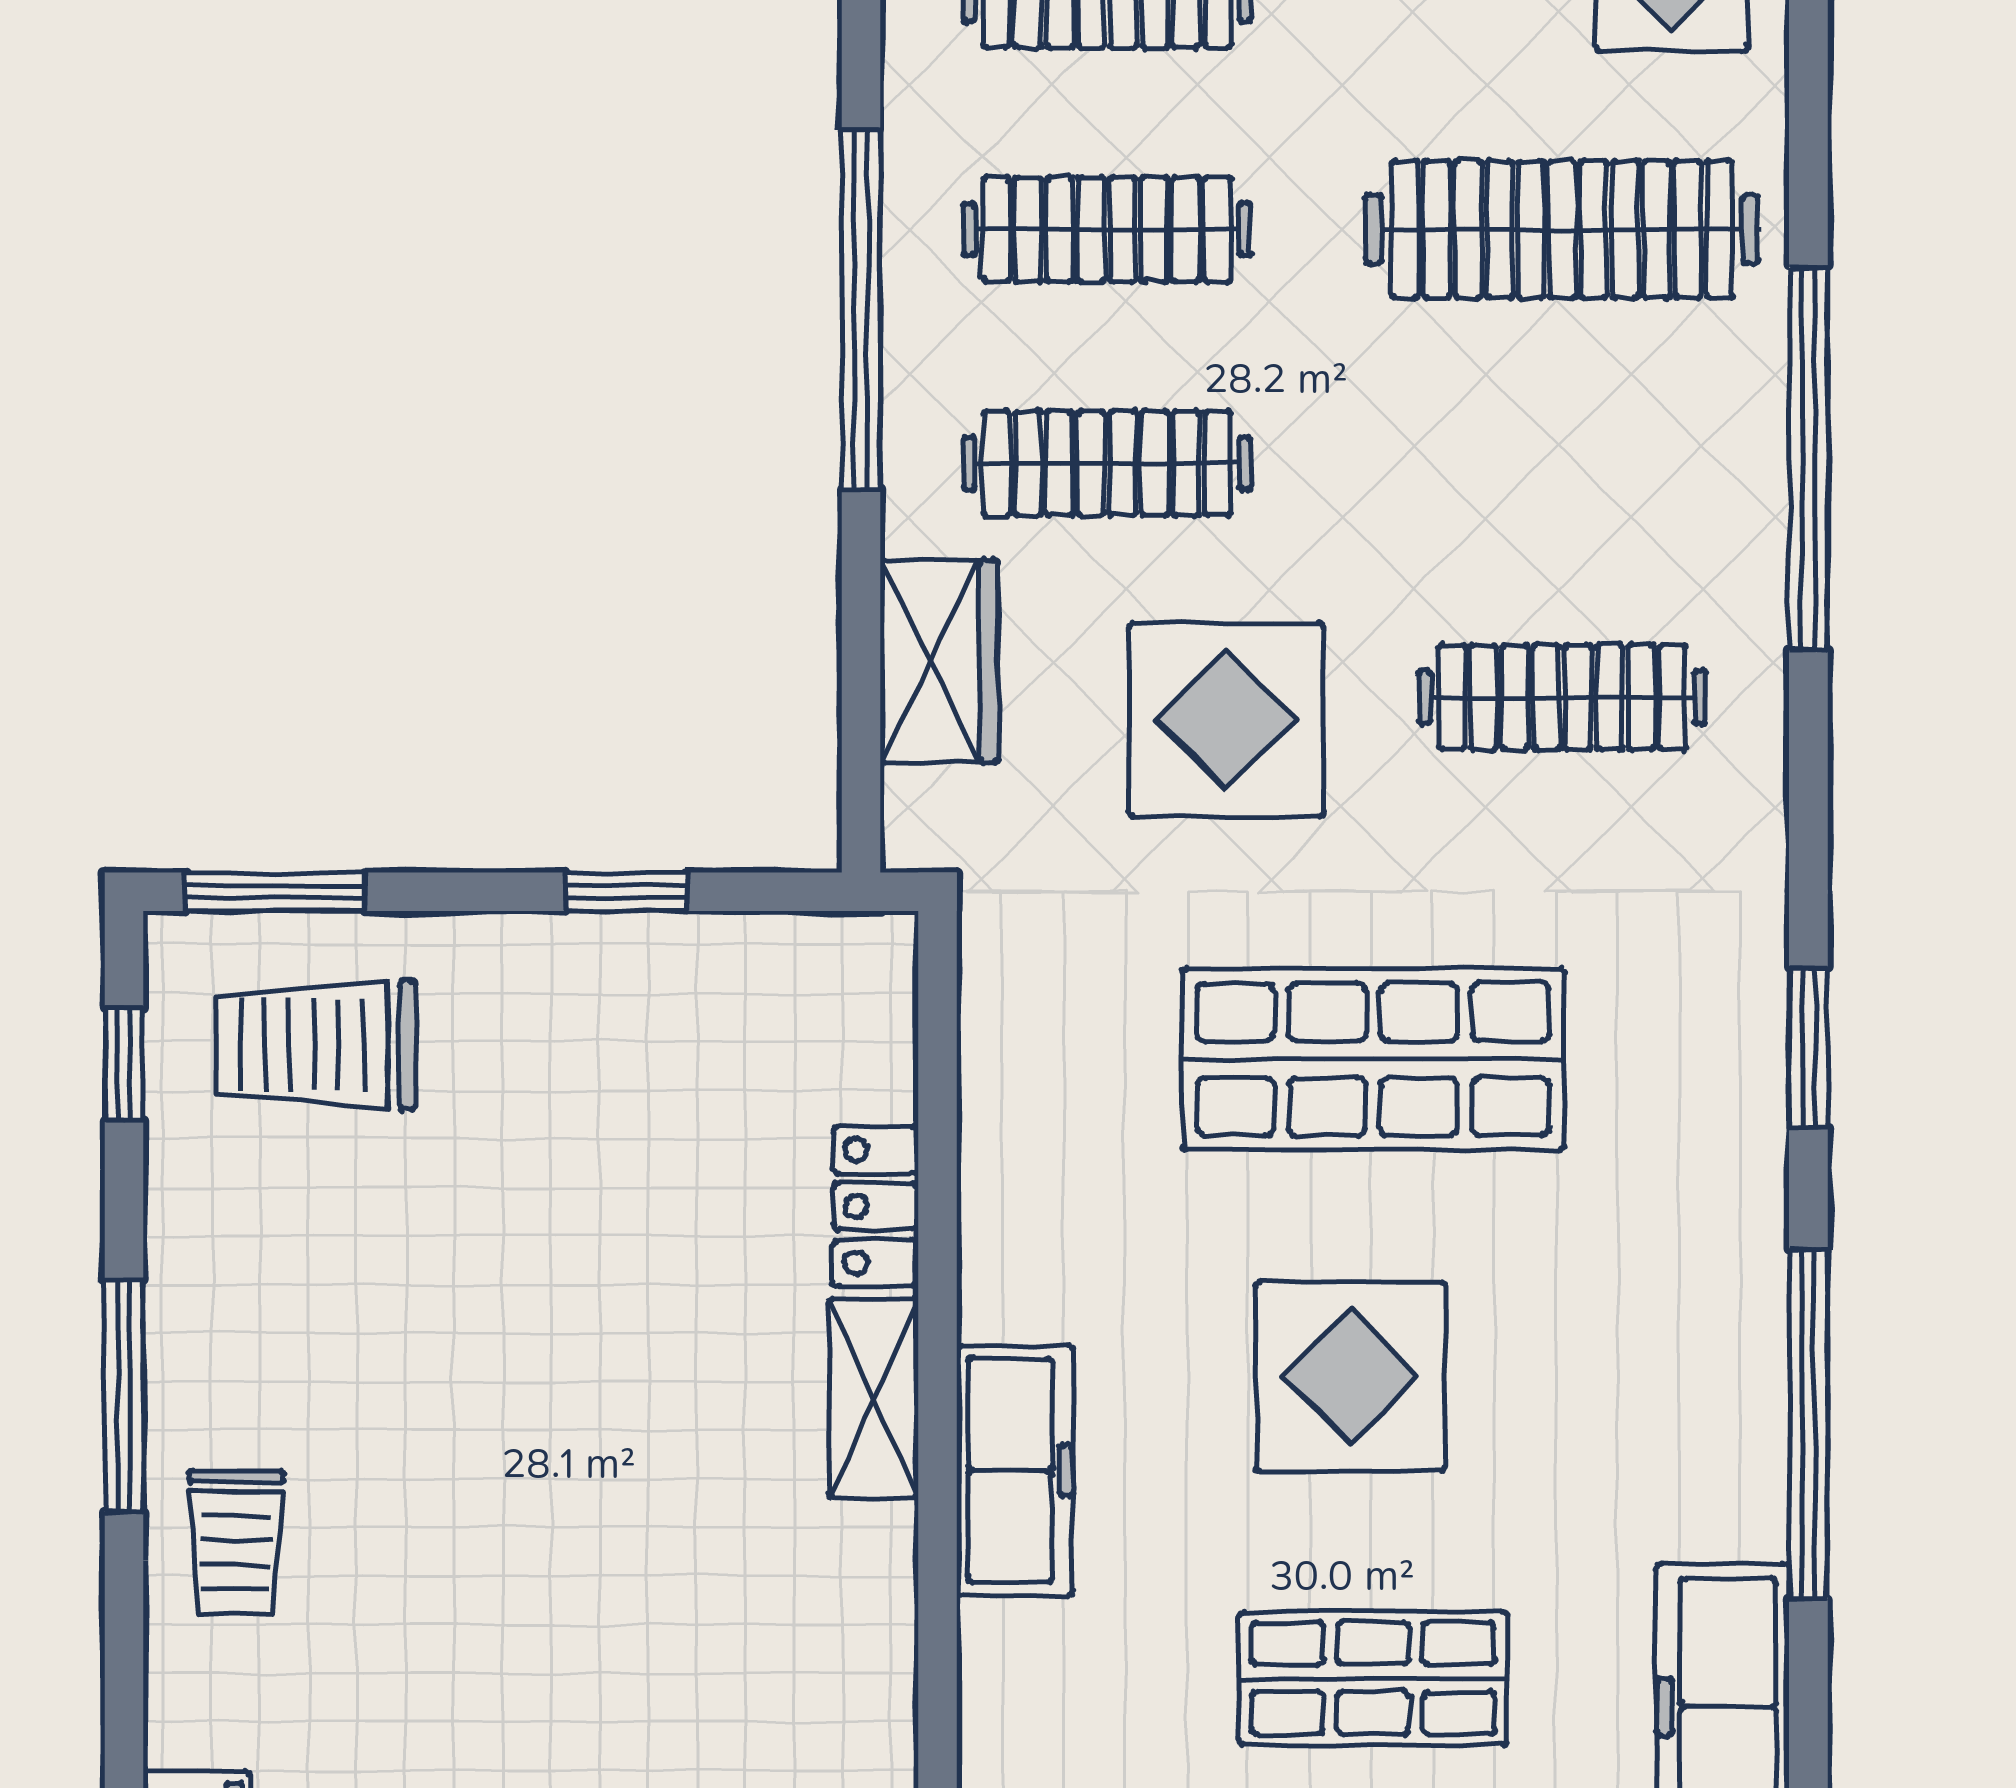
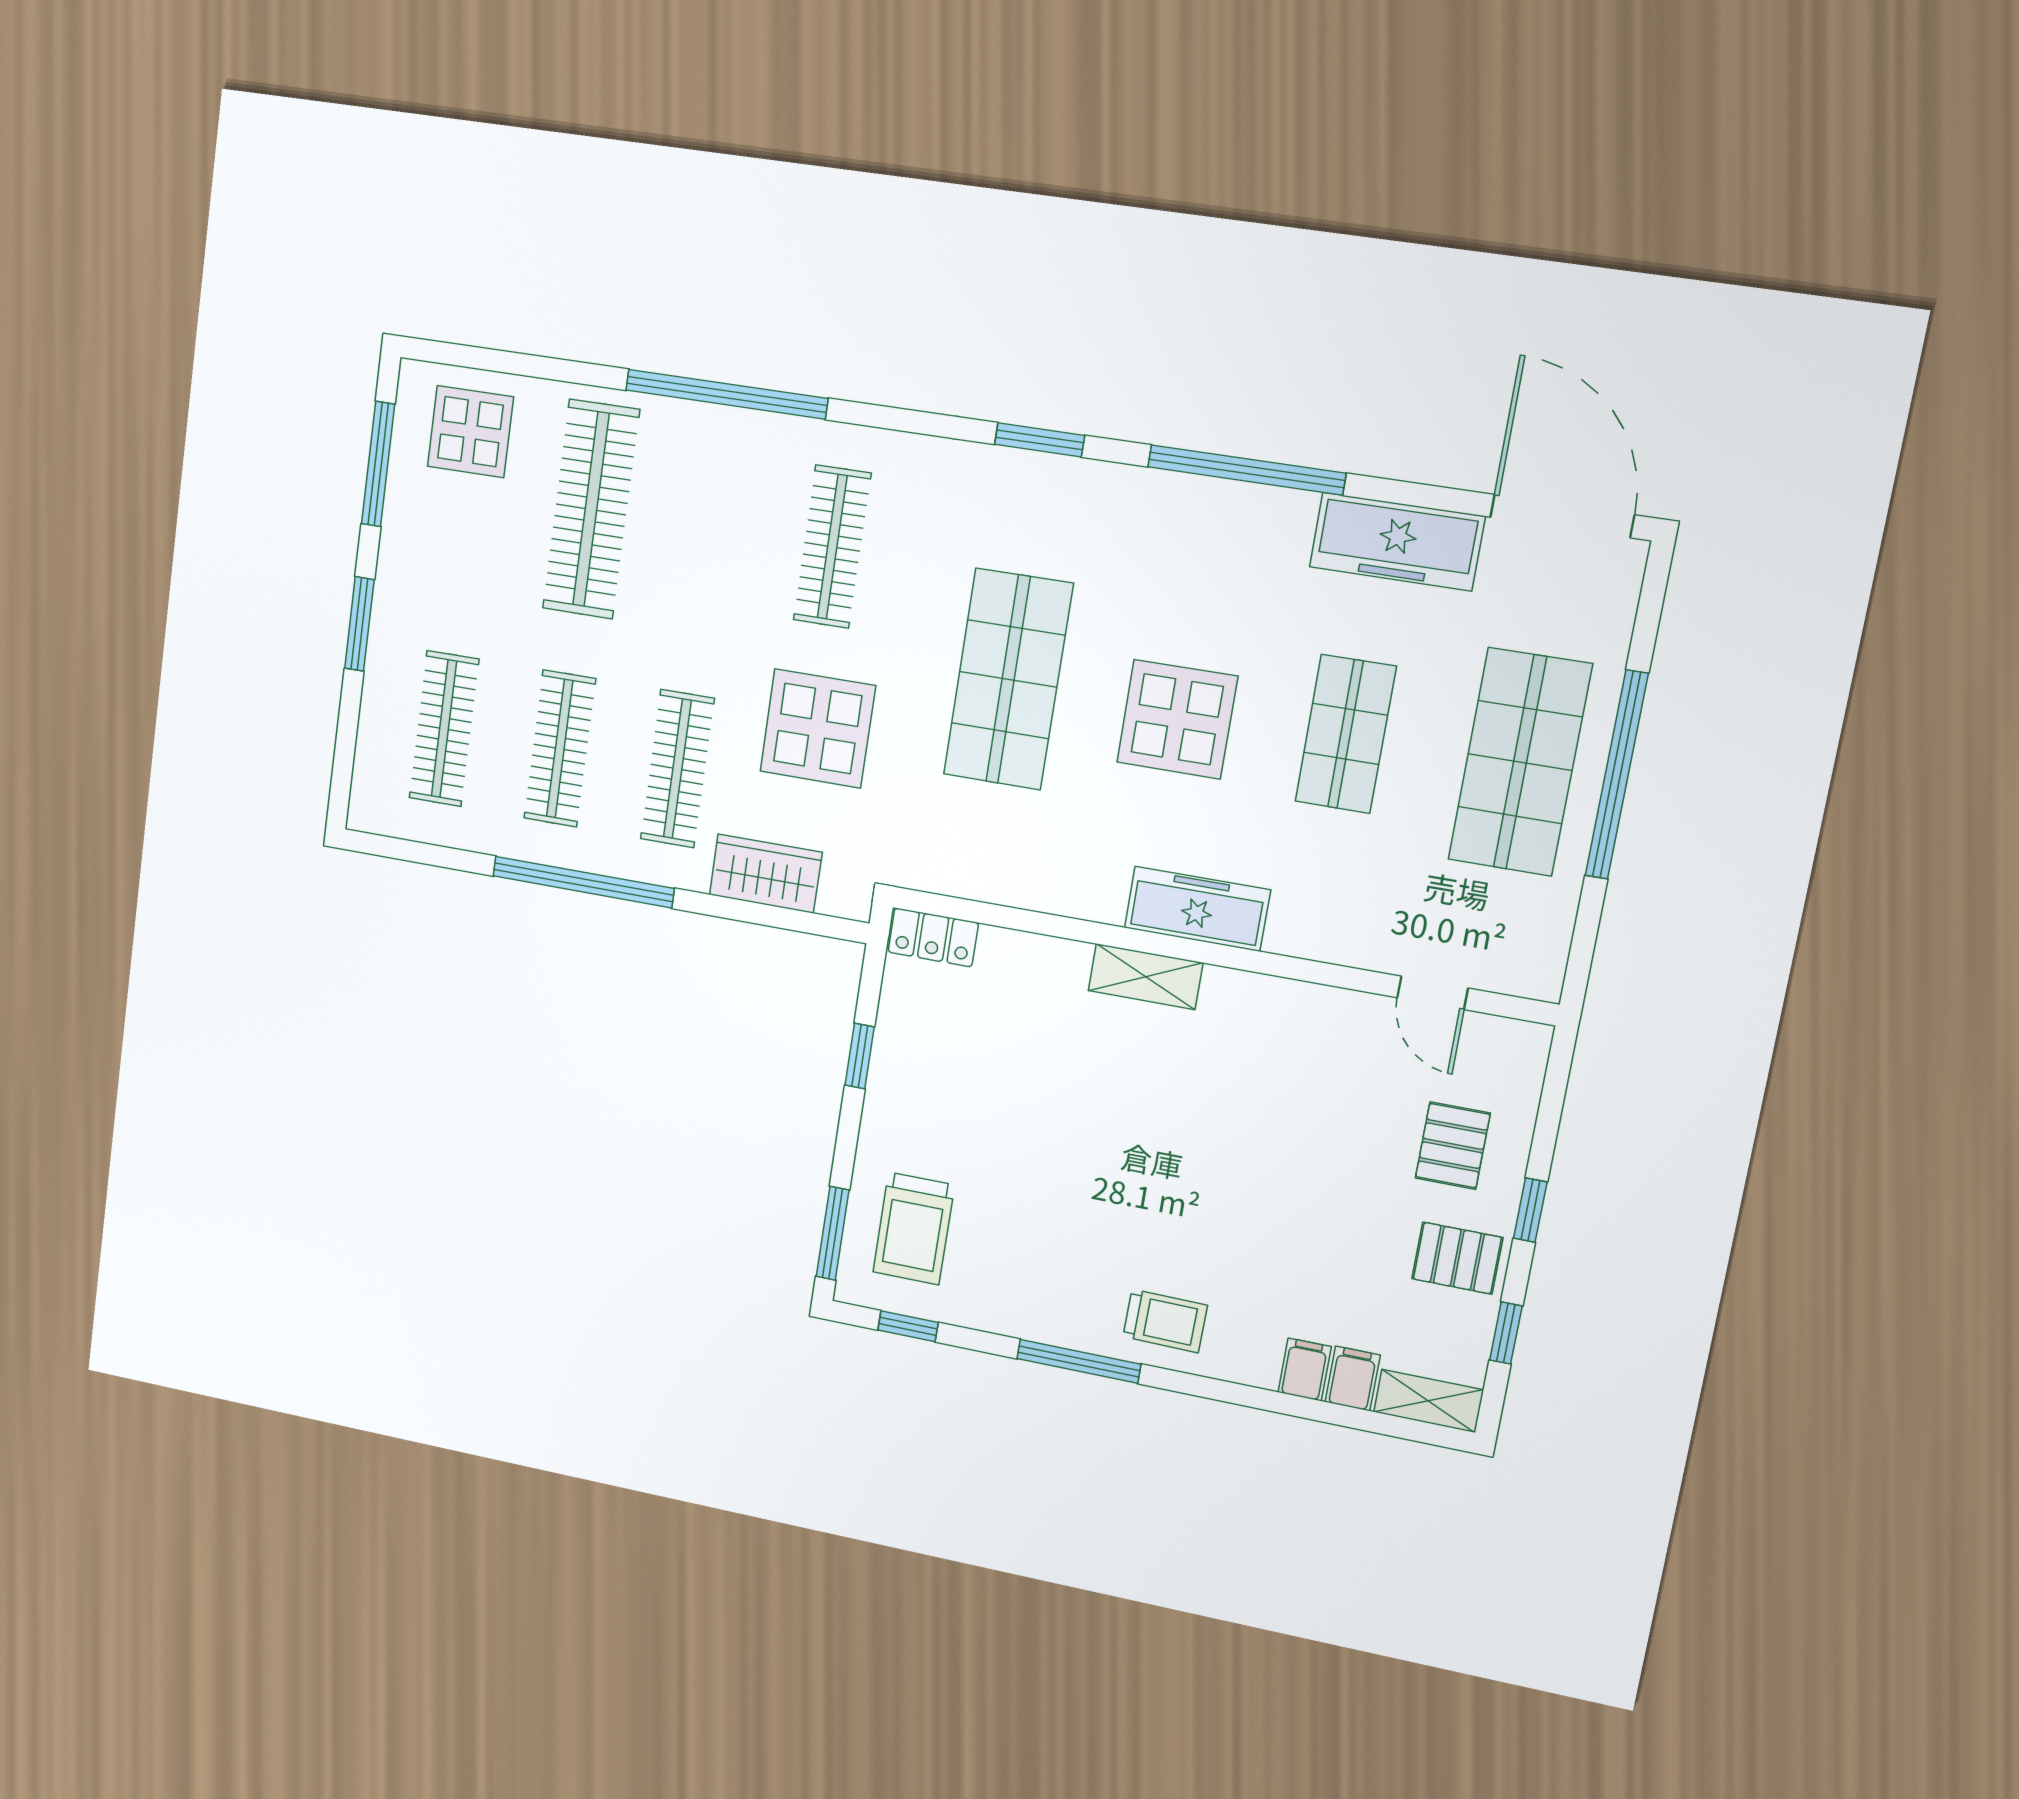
locker: (875, 1206) -> (933, 937), moved

